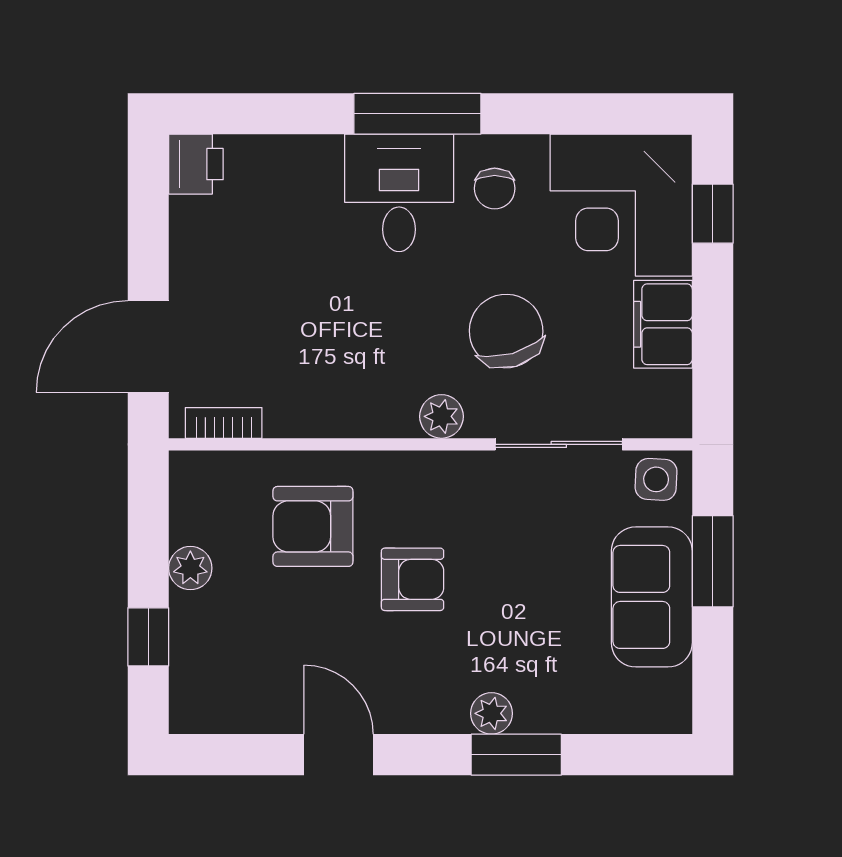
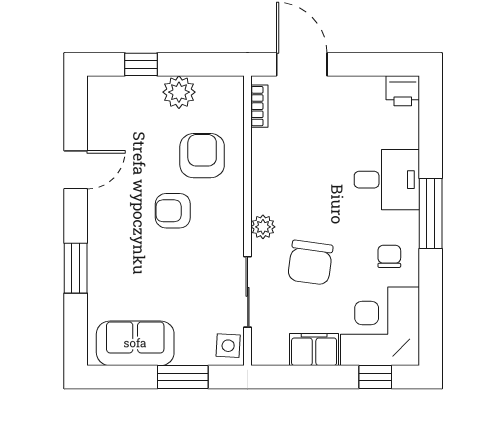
chair: (495, 188) -> (389, 256), turned 90
desk: (399, 193) -> (387, 180), moved
chair: (506, 331) -> (310, 263), turned 114
plant: (190, 568) -> (179, 92), width x1.38, depth x1.38
armchair: (412, 579) -> (173, 211), turned 90
sofa: (652, 597) -> (135, 343), moved
plant: (491, 713) -> (98, 255), removed

